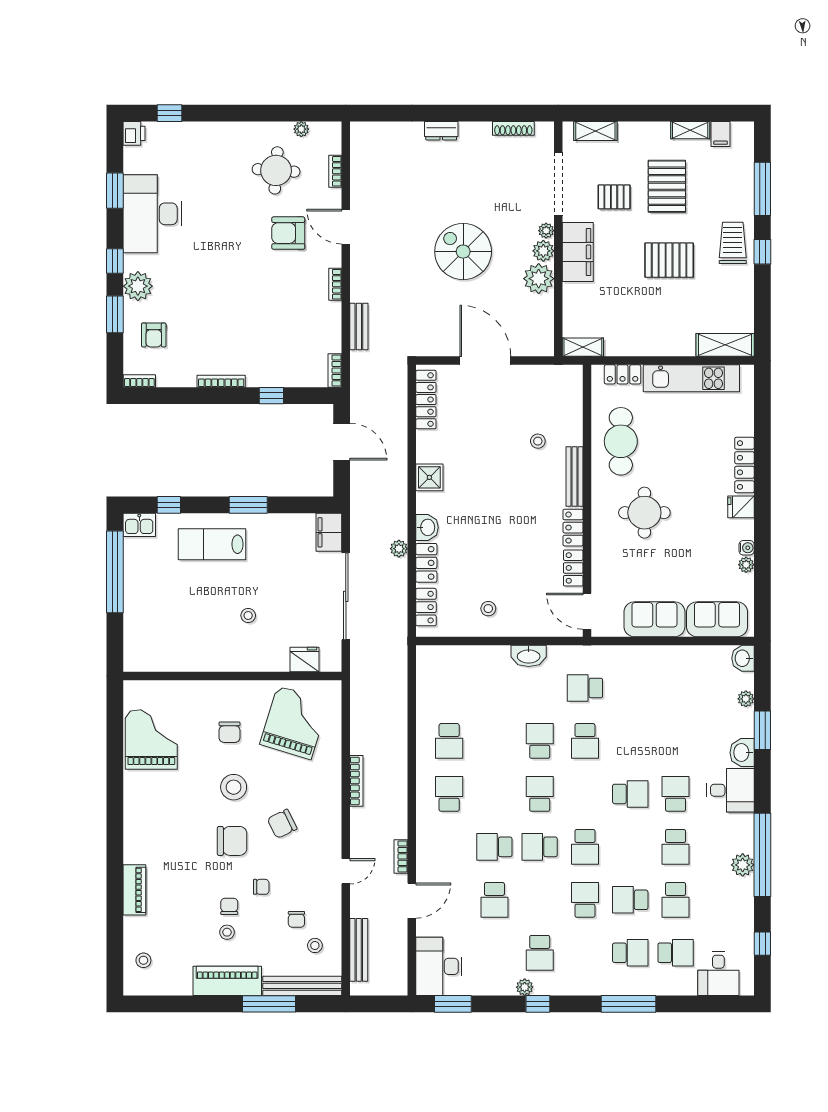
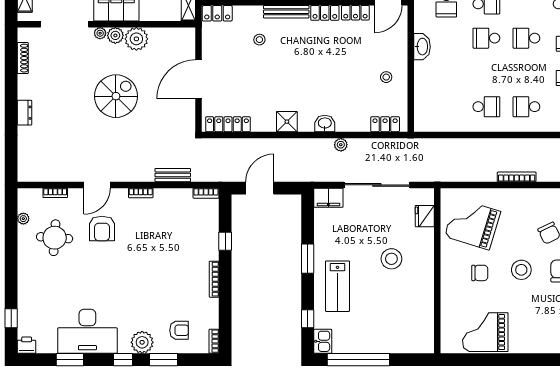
spiral stairs: (463, 252) -> (116, 96), turned 180
locker: (426, 563) -> (217, 13), moved, turned 180
stool: (248, 615) -> (391, 259), width x1.89, depth x1.89

